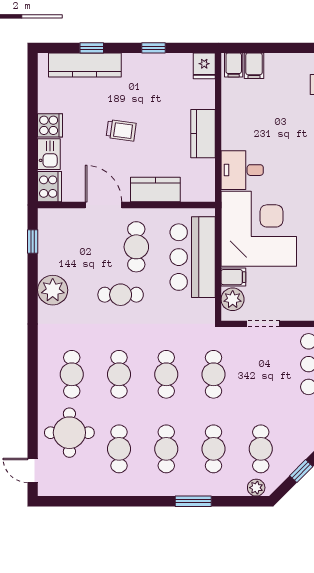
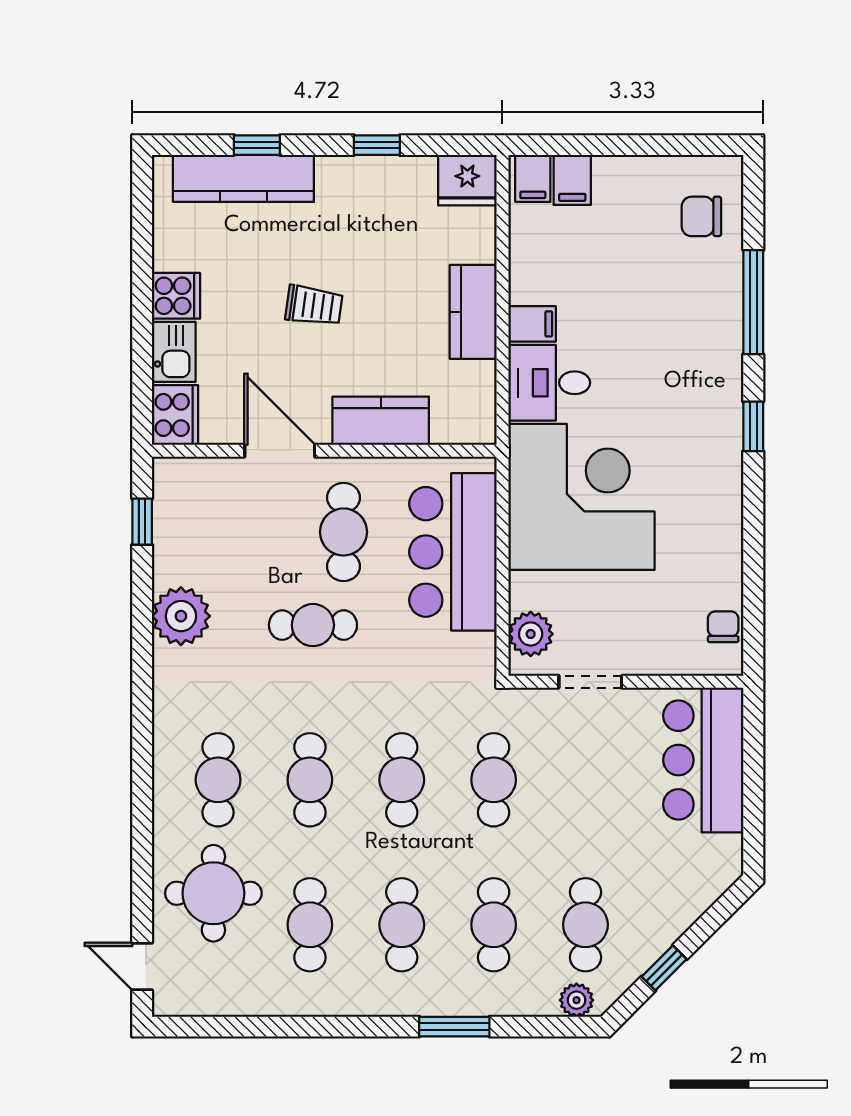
fridge: (204, 66) -> (467, 180), width x1.38
filing cabinet: (233, 277) -> (532, 324), moved

